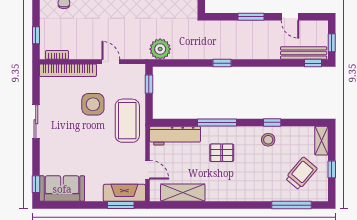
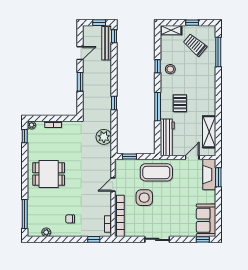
plant: (160, 49) -> (104, 137), moved

